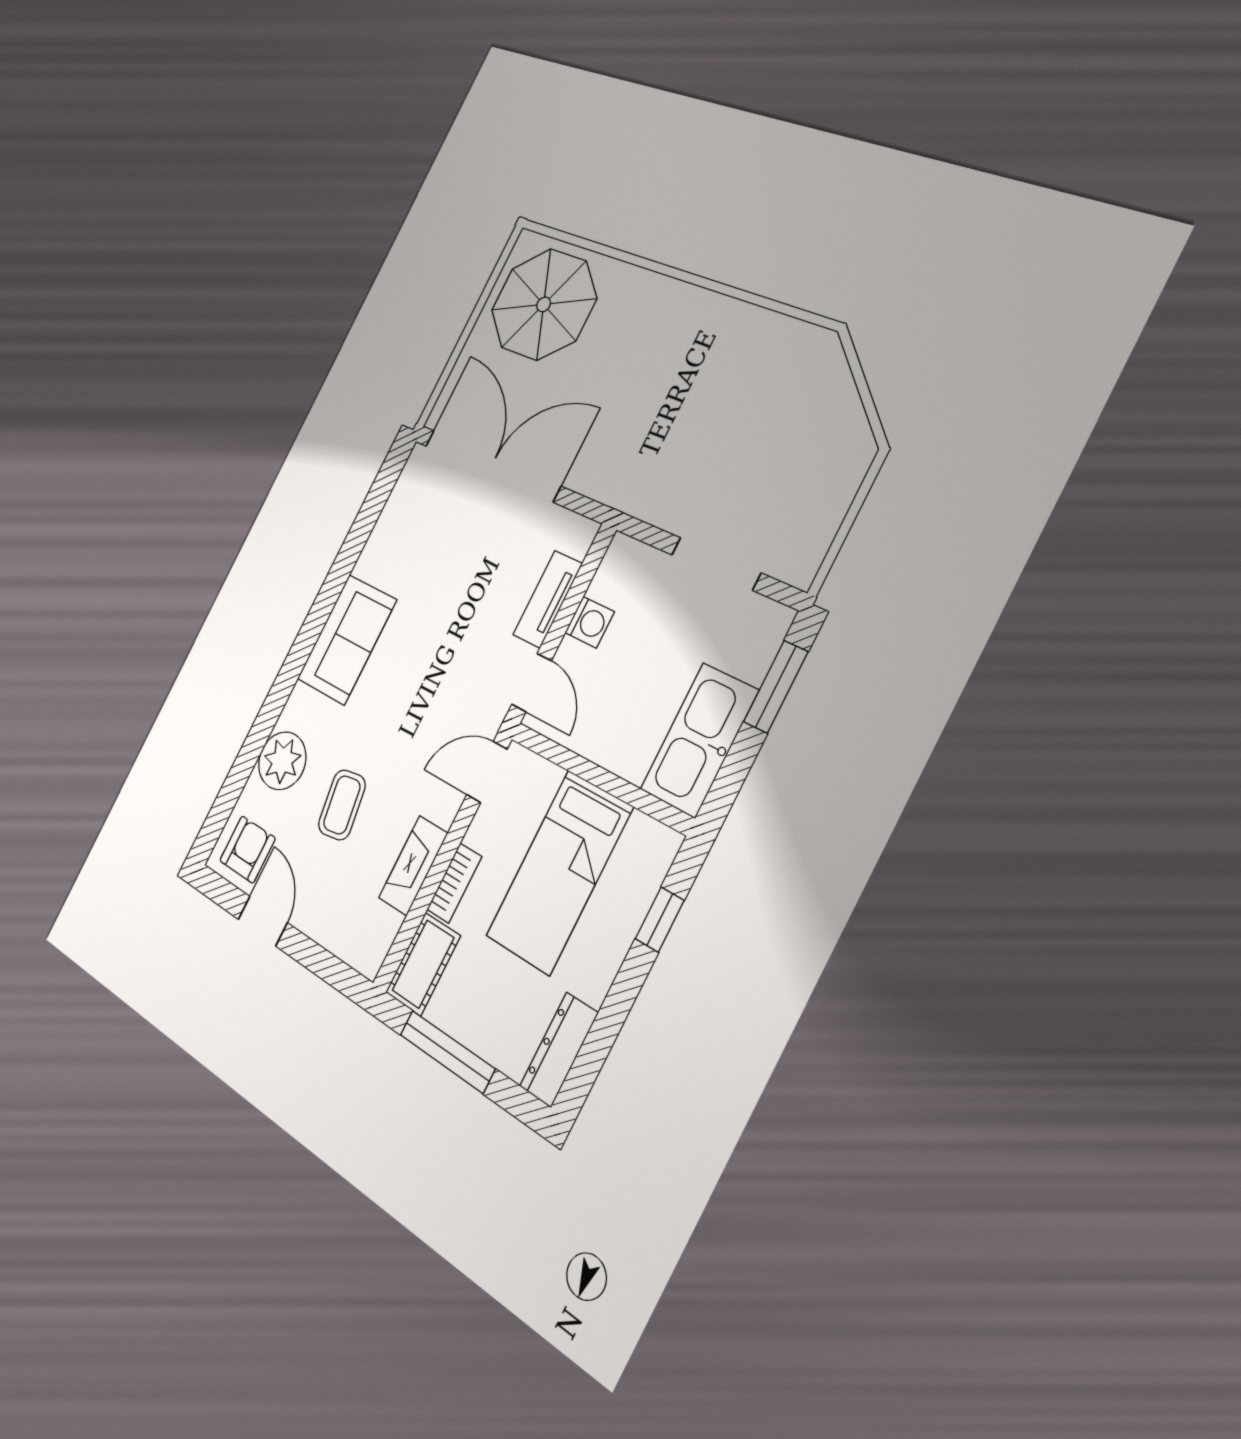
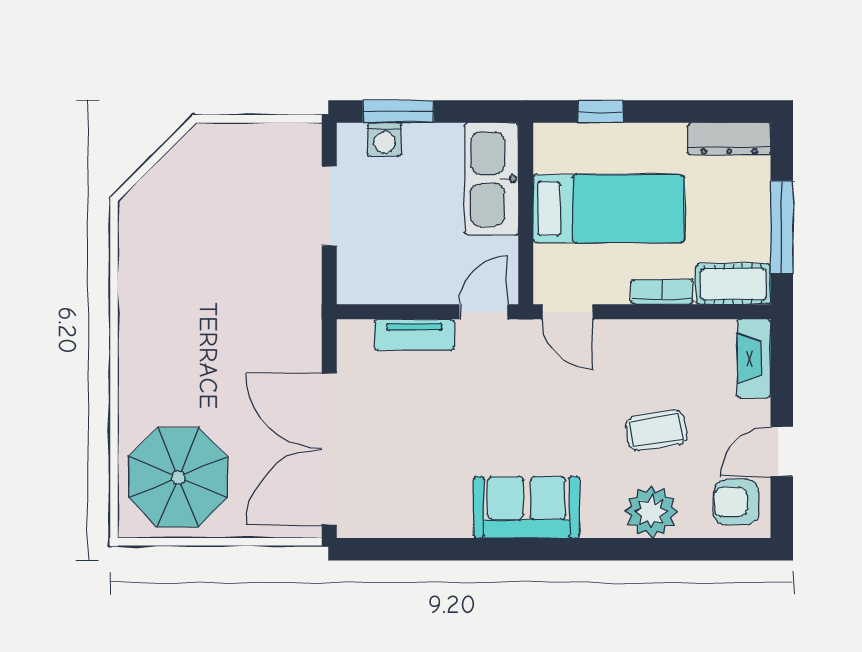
washing machine: (590, 622) -> (384, 140), moved, turned 180
kitchen sink: (699, 740) -> (491, 179), moved, turned 90
fireplace: (413, 866) -> (754, 358), moved, turned 90

